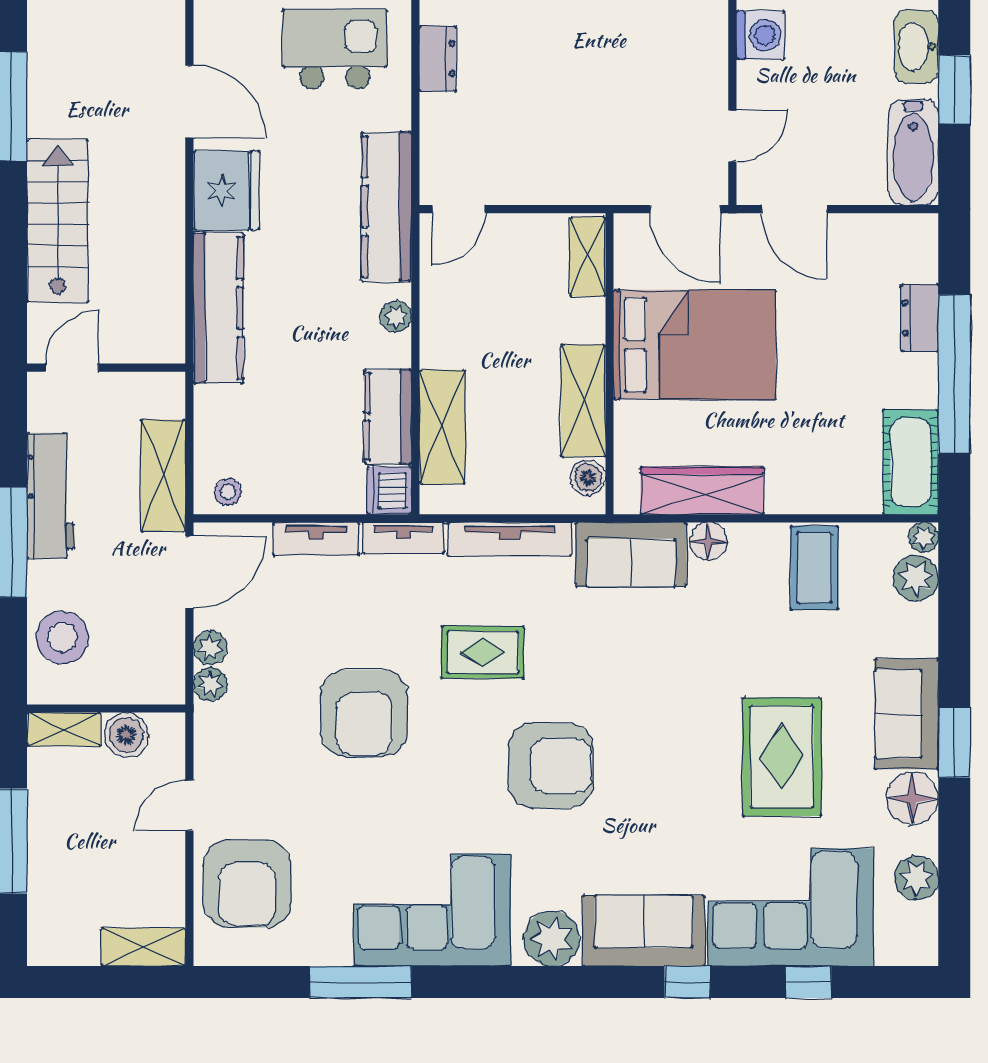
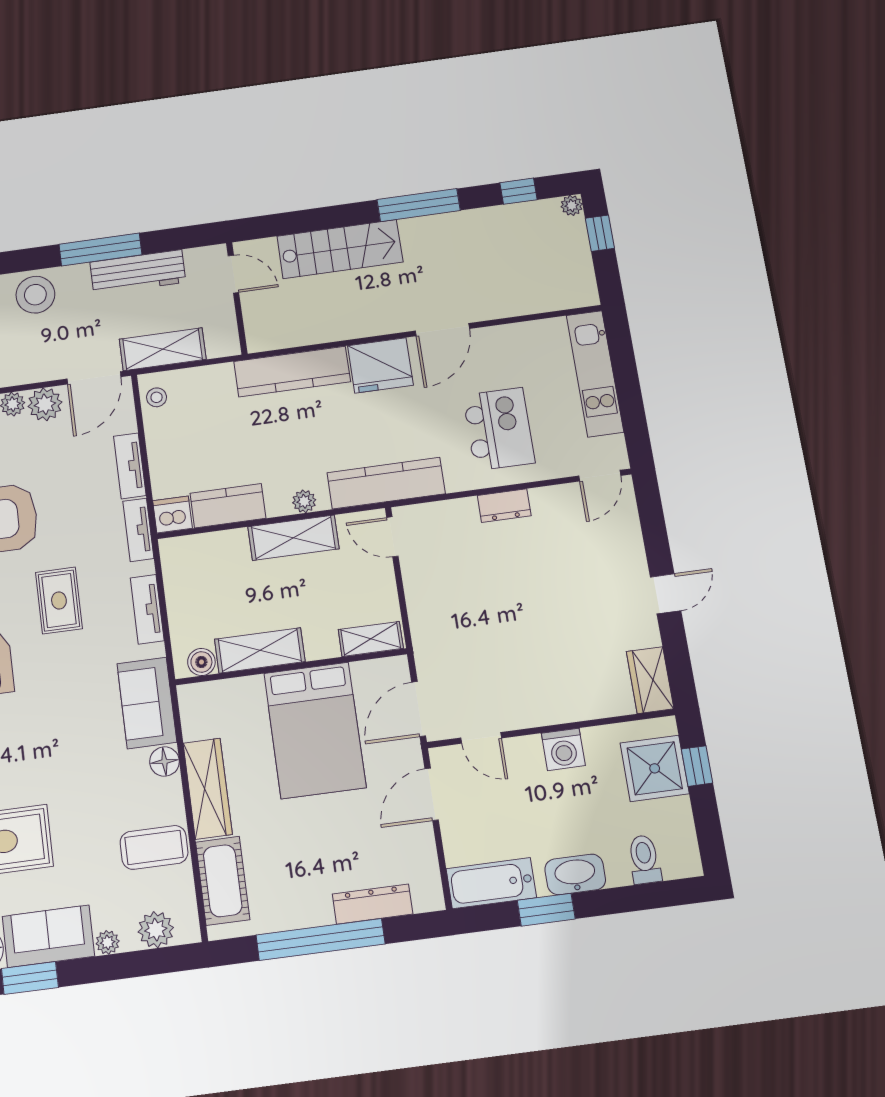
dresser: (920, 318) -> (373, 904), width x1.44
shelving: (442, 427) -> (293, 538), moved
cot: (911, 462) -> (223, 881), moved, turned 90
wardrobe: (702, 491) -> (208, 789), moved
plant: (924, 537) -> (108, 942), moved
tv unit: (510, 539) -> (147, 609), width x0.71
door: (189, 572) -> (94, 378), hinge flipped
plant: (210, 648) -> (45, 404), width x1.38, depth x1.38

